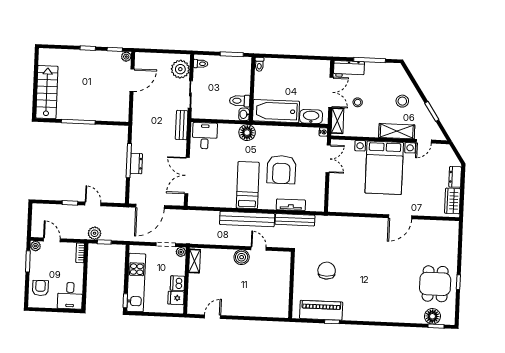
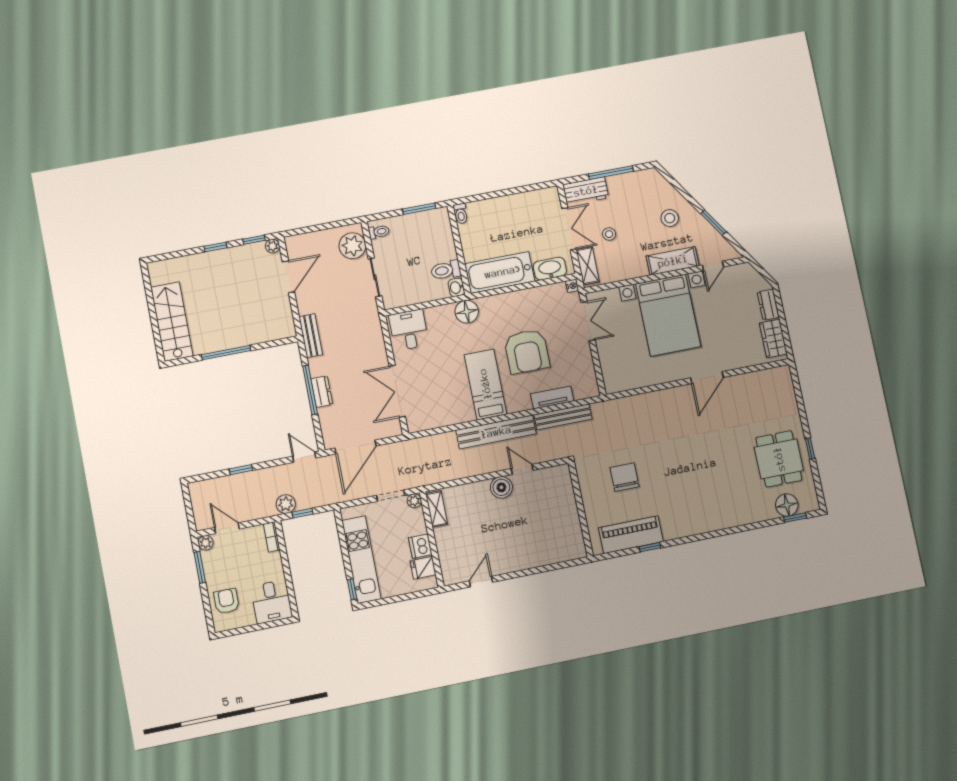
bench: (182, 125) -> (311, 336), moved
door: (93, 204) -> (304, 457), moved

